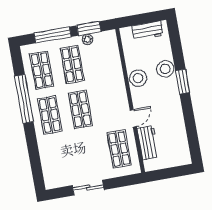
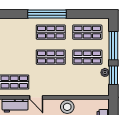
window: (24, 99) -> (47, 14), moved

